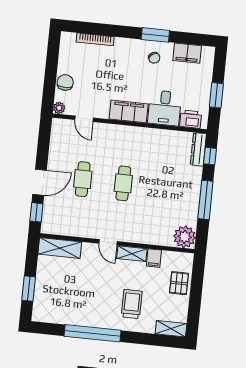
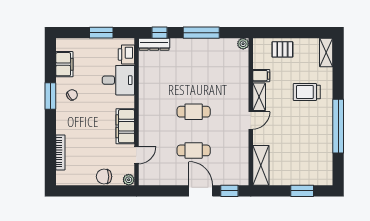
filing cabinet: (129, 111) -> (125, 126), moved
plant: (185, 237) -> (243, 44), width x0.53, depth x0.53

